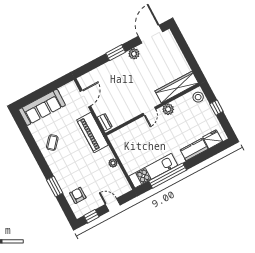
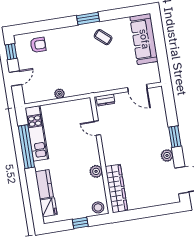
door: (149, 111) -> (97, 128), moved
piano: (93, 133) -> (99, 83), removed
window: (55, 187) -> (88, 19), moved

